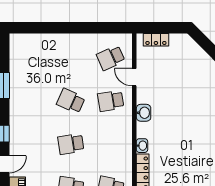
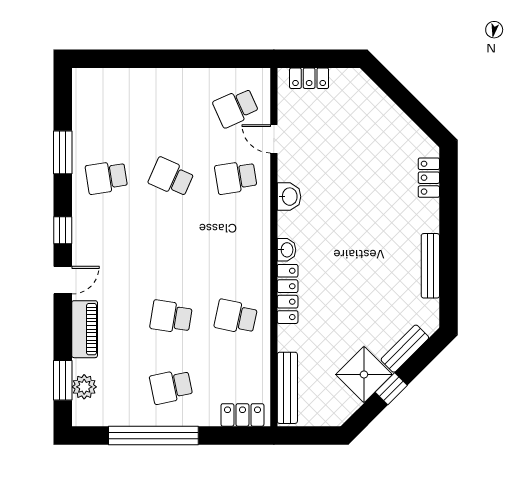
school desk: (71, 144) -> (106, 177), moved

